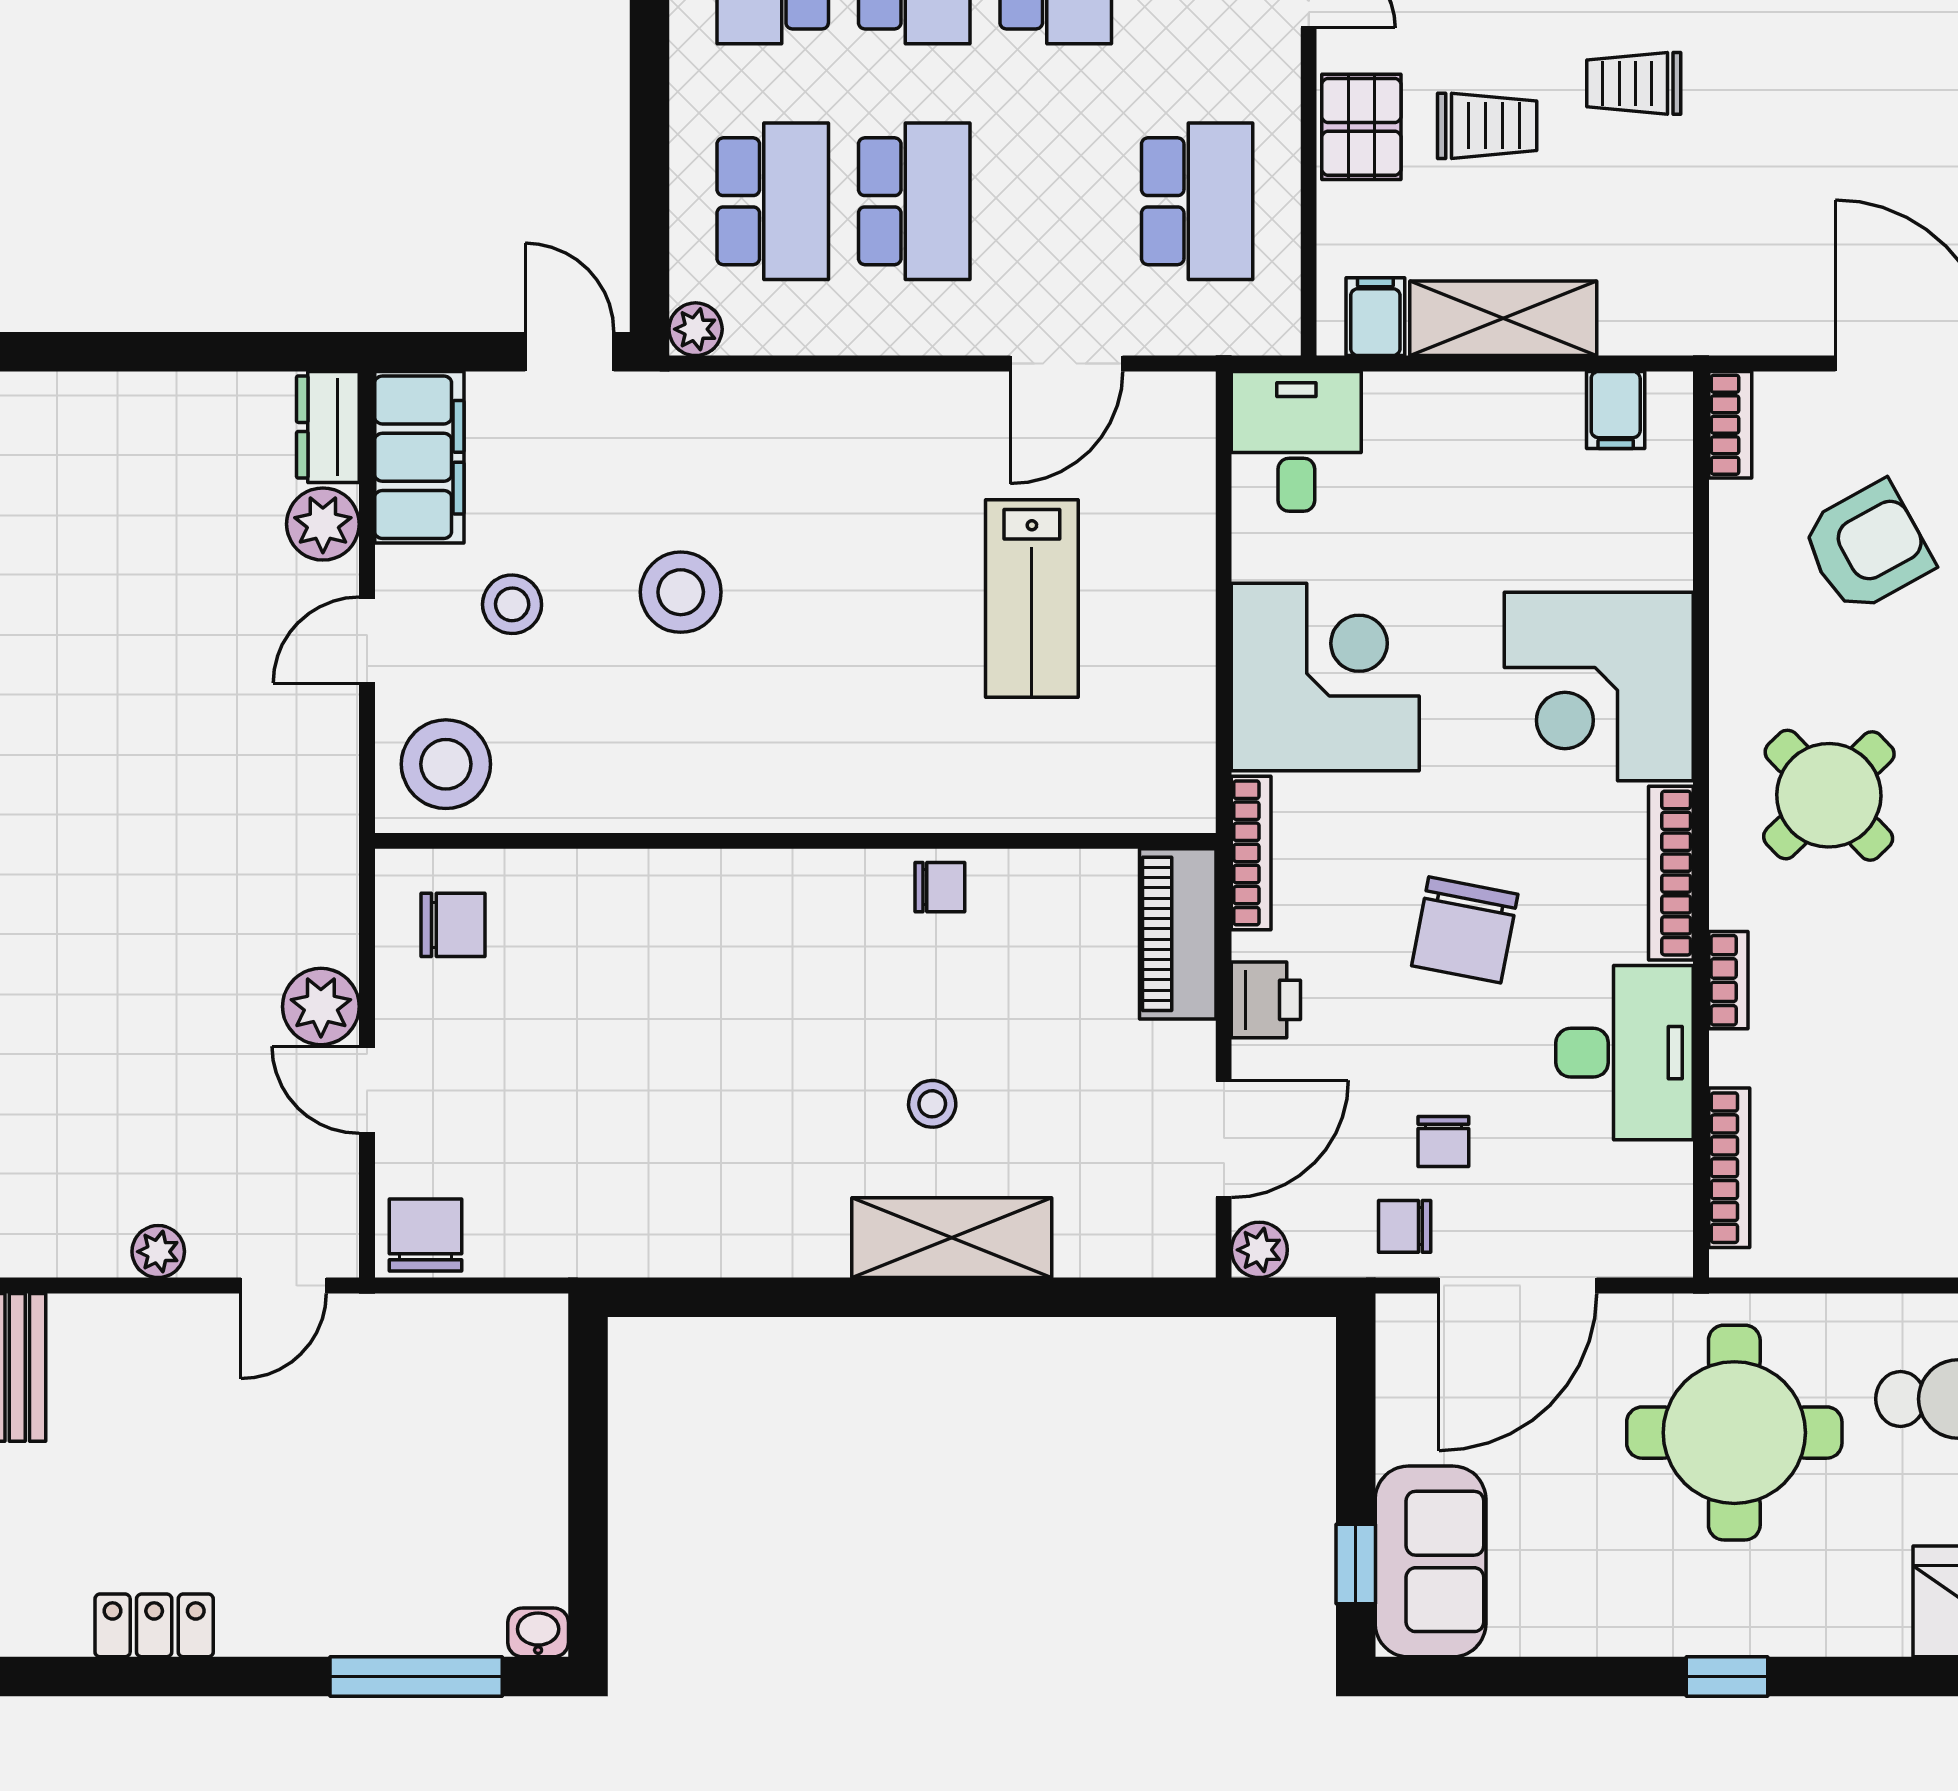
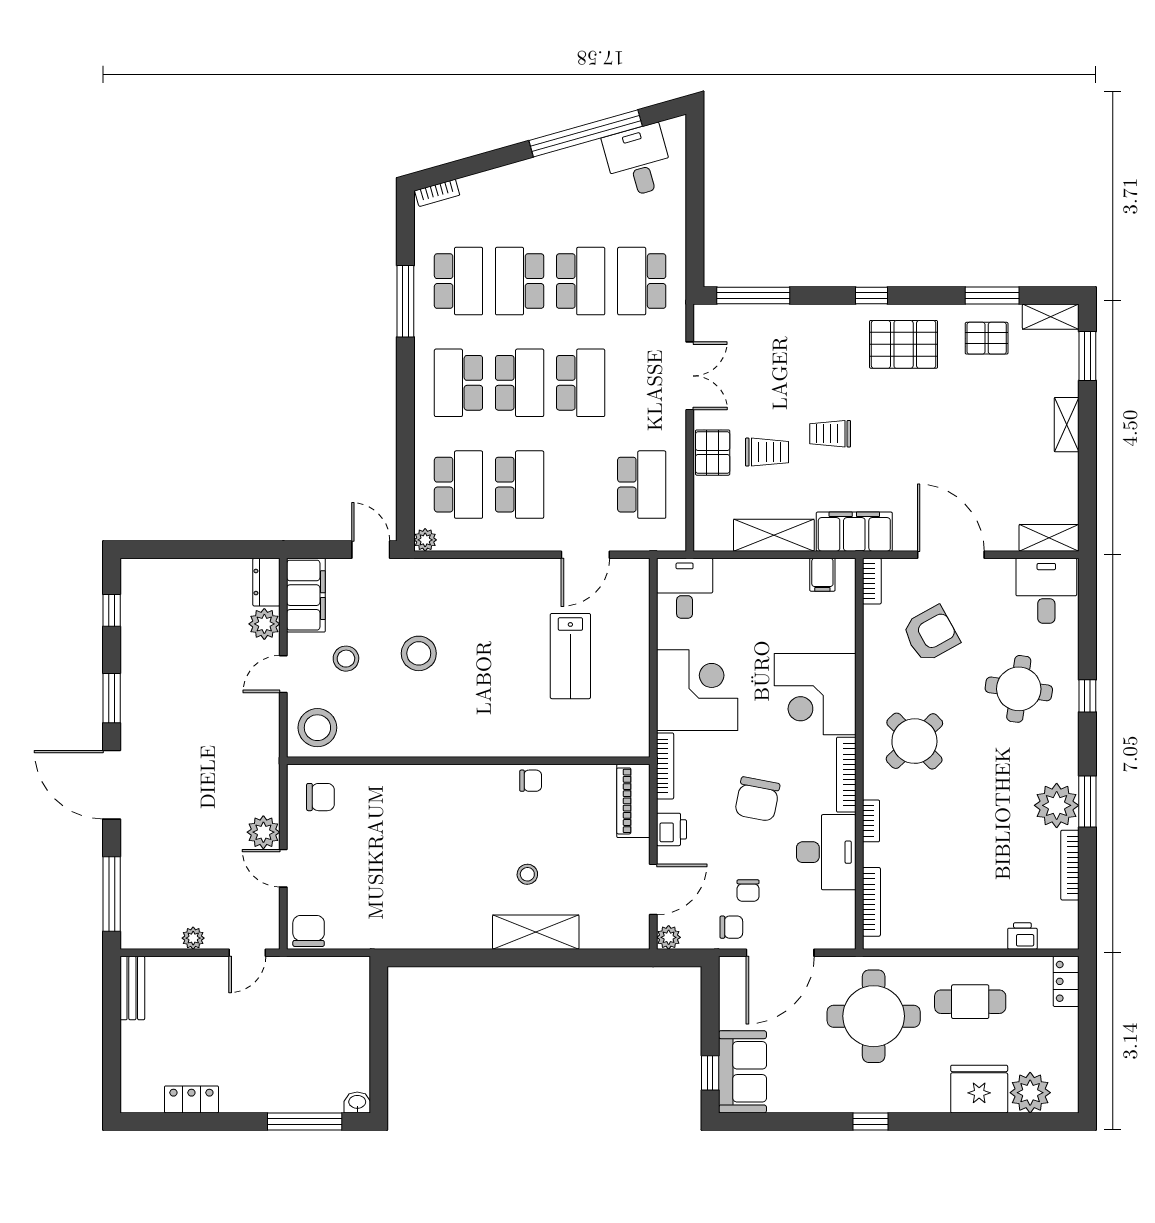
filing cabinet: (1375, 317) -> (854, 532), moved, width x3.00, depth x1.17
chair: (1405, 1226) -> (731, 927), turned 180

